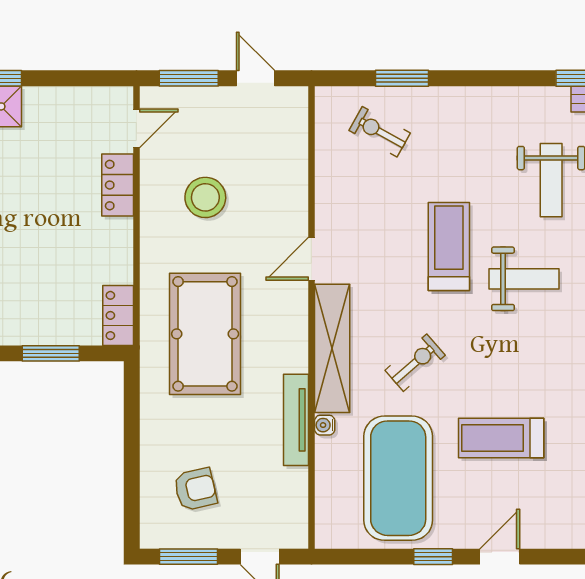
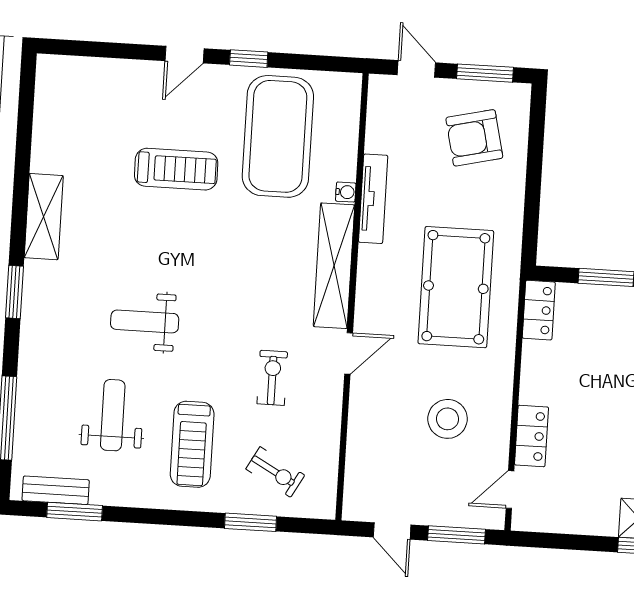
treadmill: (449, 247) -> (192, 444), moved
exercise bike: (415, 363) -> (272, 378), moved, turned 131
armchair: (195, 489) -> (474, 138), width x1.38, depth x1.38

